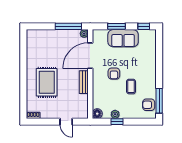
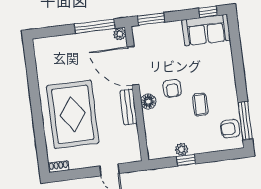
window: (116, 26) -> (151, 19), moved
sofa: (123, 38) -> (206, 30), moved
door: (90, 56) -> (133, 66), hinge flipped
rug: (47, 82) -> (73, 114), width x1.37, depth x1.44
floor lamp: (97, 114) -> (148, 102), moved

